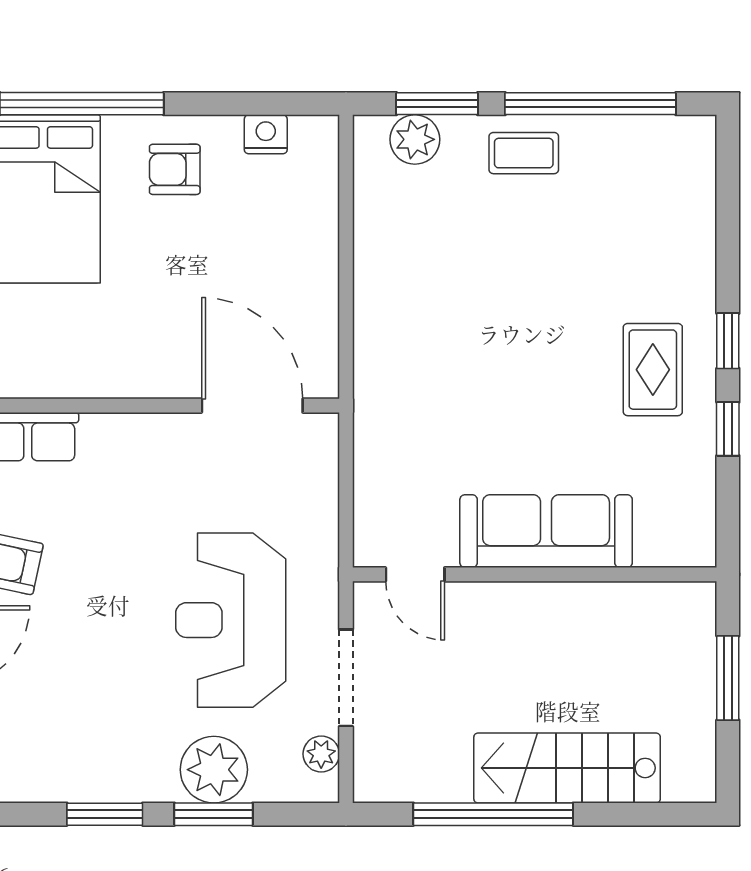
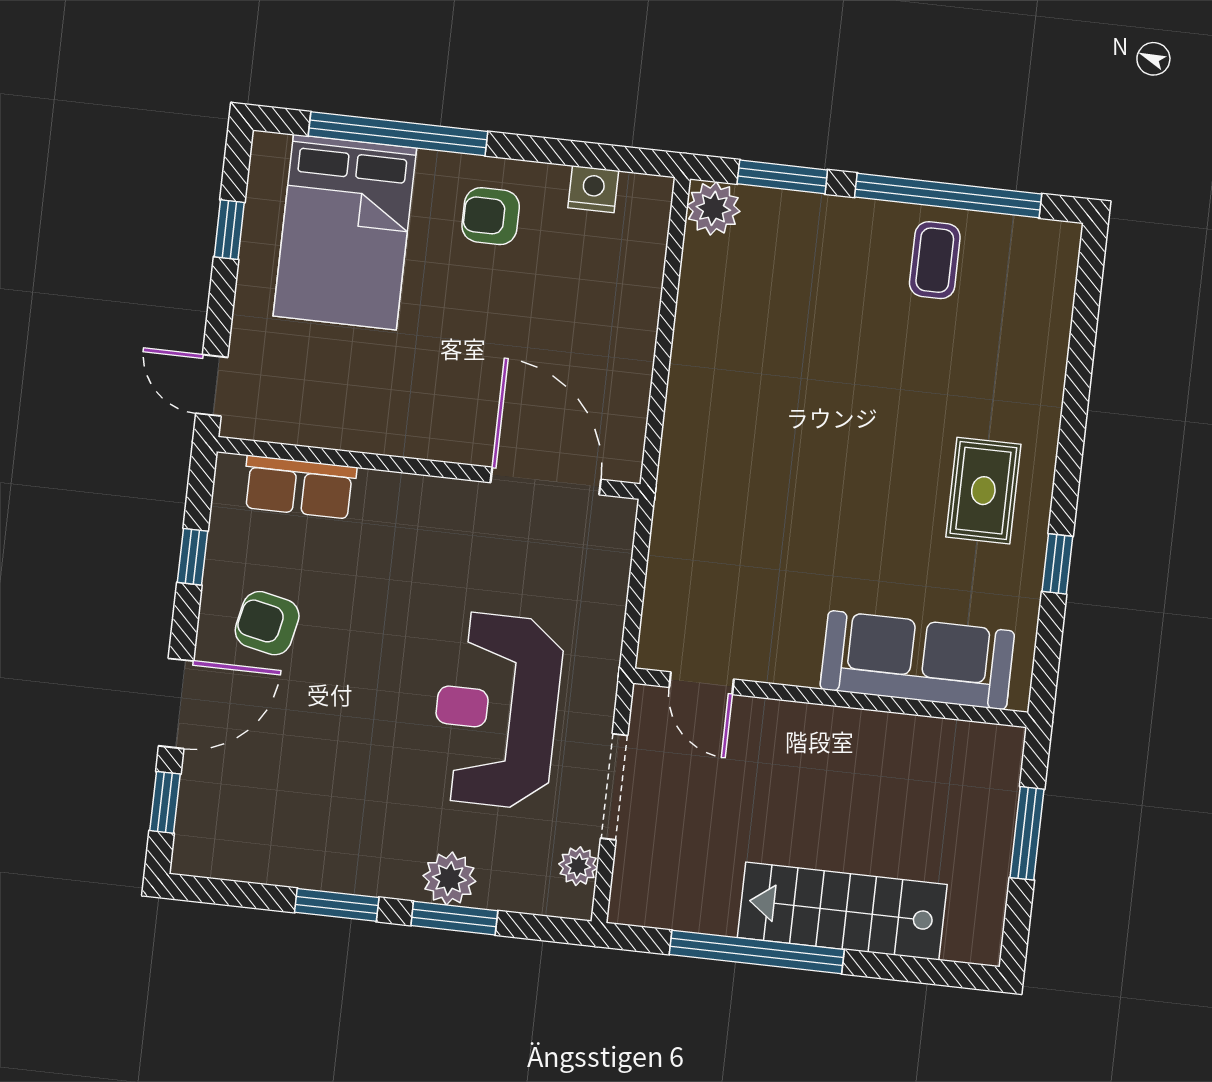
plant: (415, 139) -> (713, 208), moved
coffee table: (524, 153) -> (935, 260), moved, turned 90
window: (728, 341) -> (1068, 469), removed
sofa: (546, 531) -> (917, 660), moved
plant: (214, 770) -> (449, 879), width x0.73, depth x0.73

